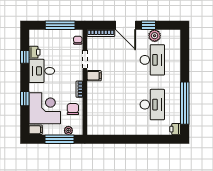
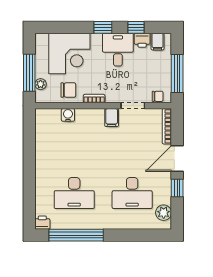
plant: (155, 36) -> (164, 213), moved
window: (25, 99) -> (103, 27), moved
water cooler: (92, 109) -> (68, 115), added
filing cabinet: (36, 130) -> (157, 42), moved

